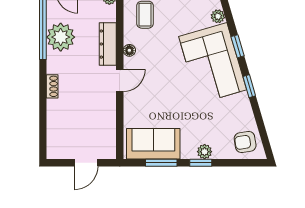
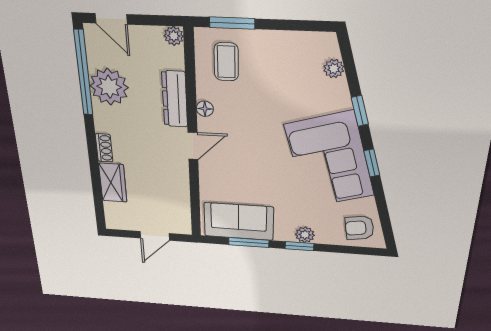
corner sofa: (213, 63) -> (330, 160), moved
wardrobe: (56, 116) -> (113, 183), added

